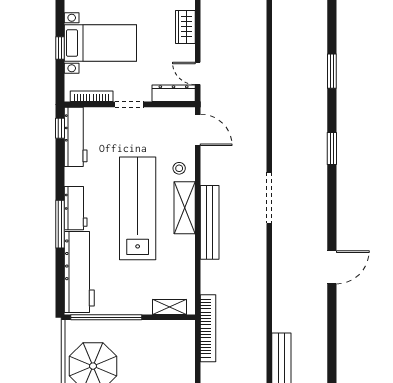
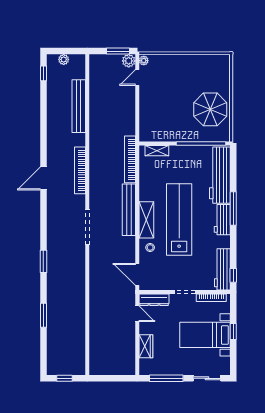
lab bench: (138, 208) -> (179, 220), turned 180
bookcase: (280, 279) -> (80, 170), added
bookcase: (208, 328) -> (130, 159), moved

